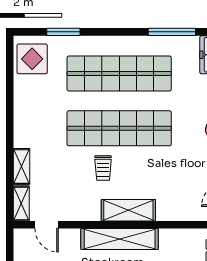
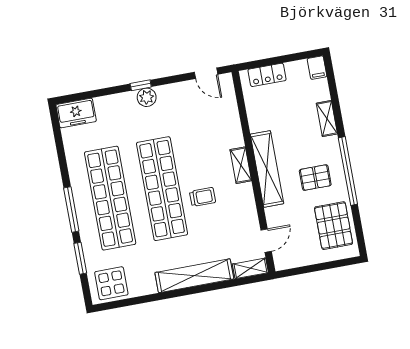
window: (172, 32) -> (71, 209), moved
shelving: (22, 166) -> (194, 276), width x2.20, depth x1.33
shelving: (128, 210) -> (241, 165), width x0.67, depth x0.75

